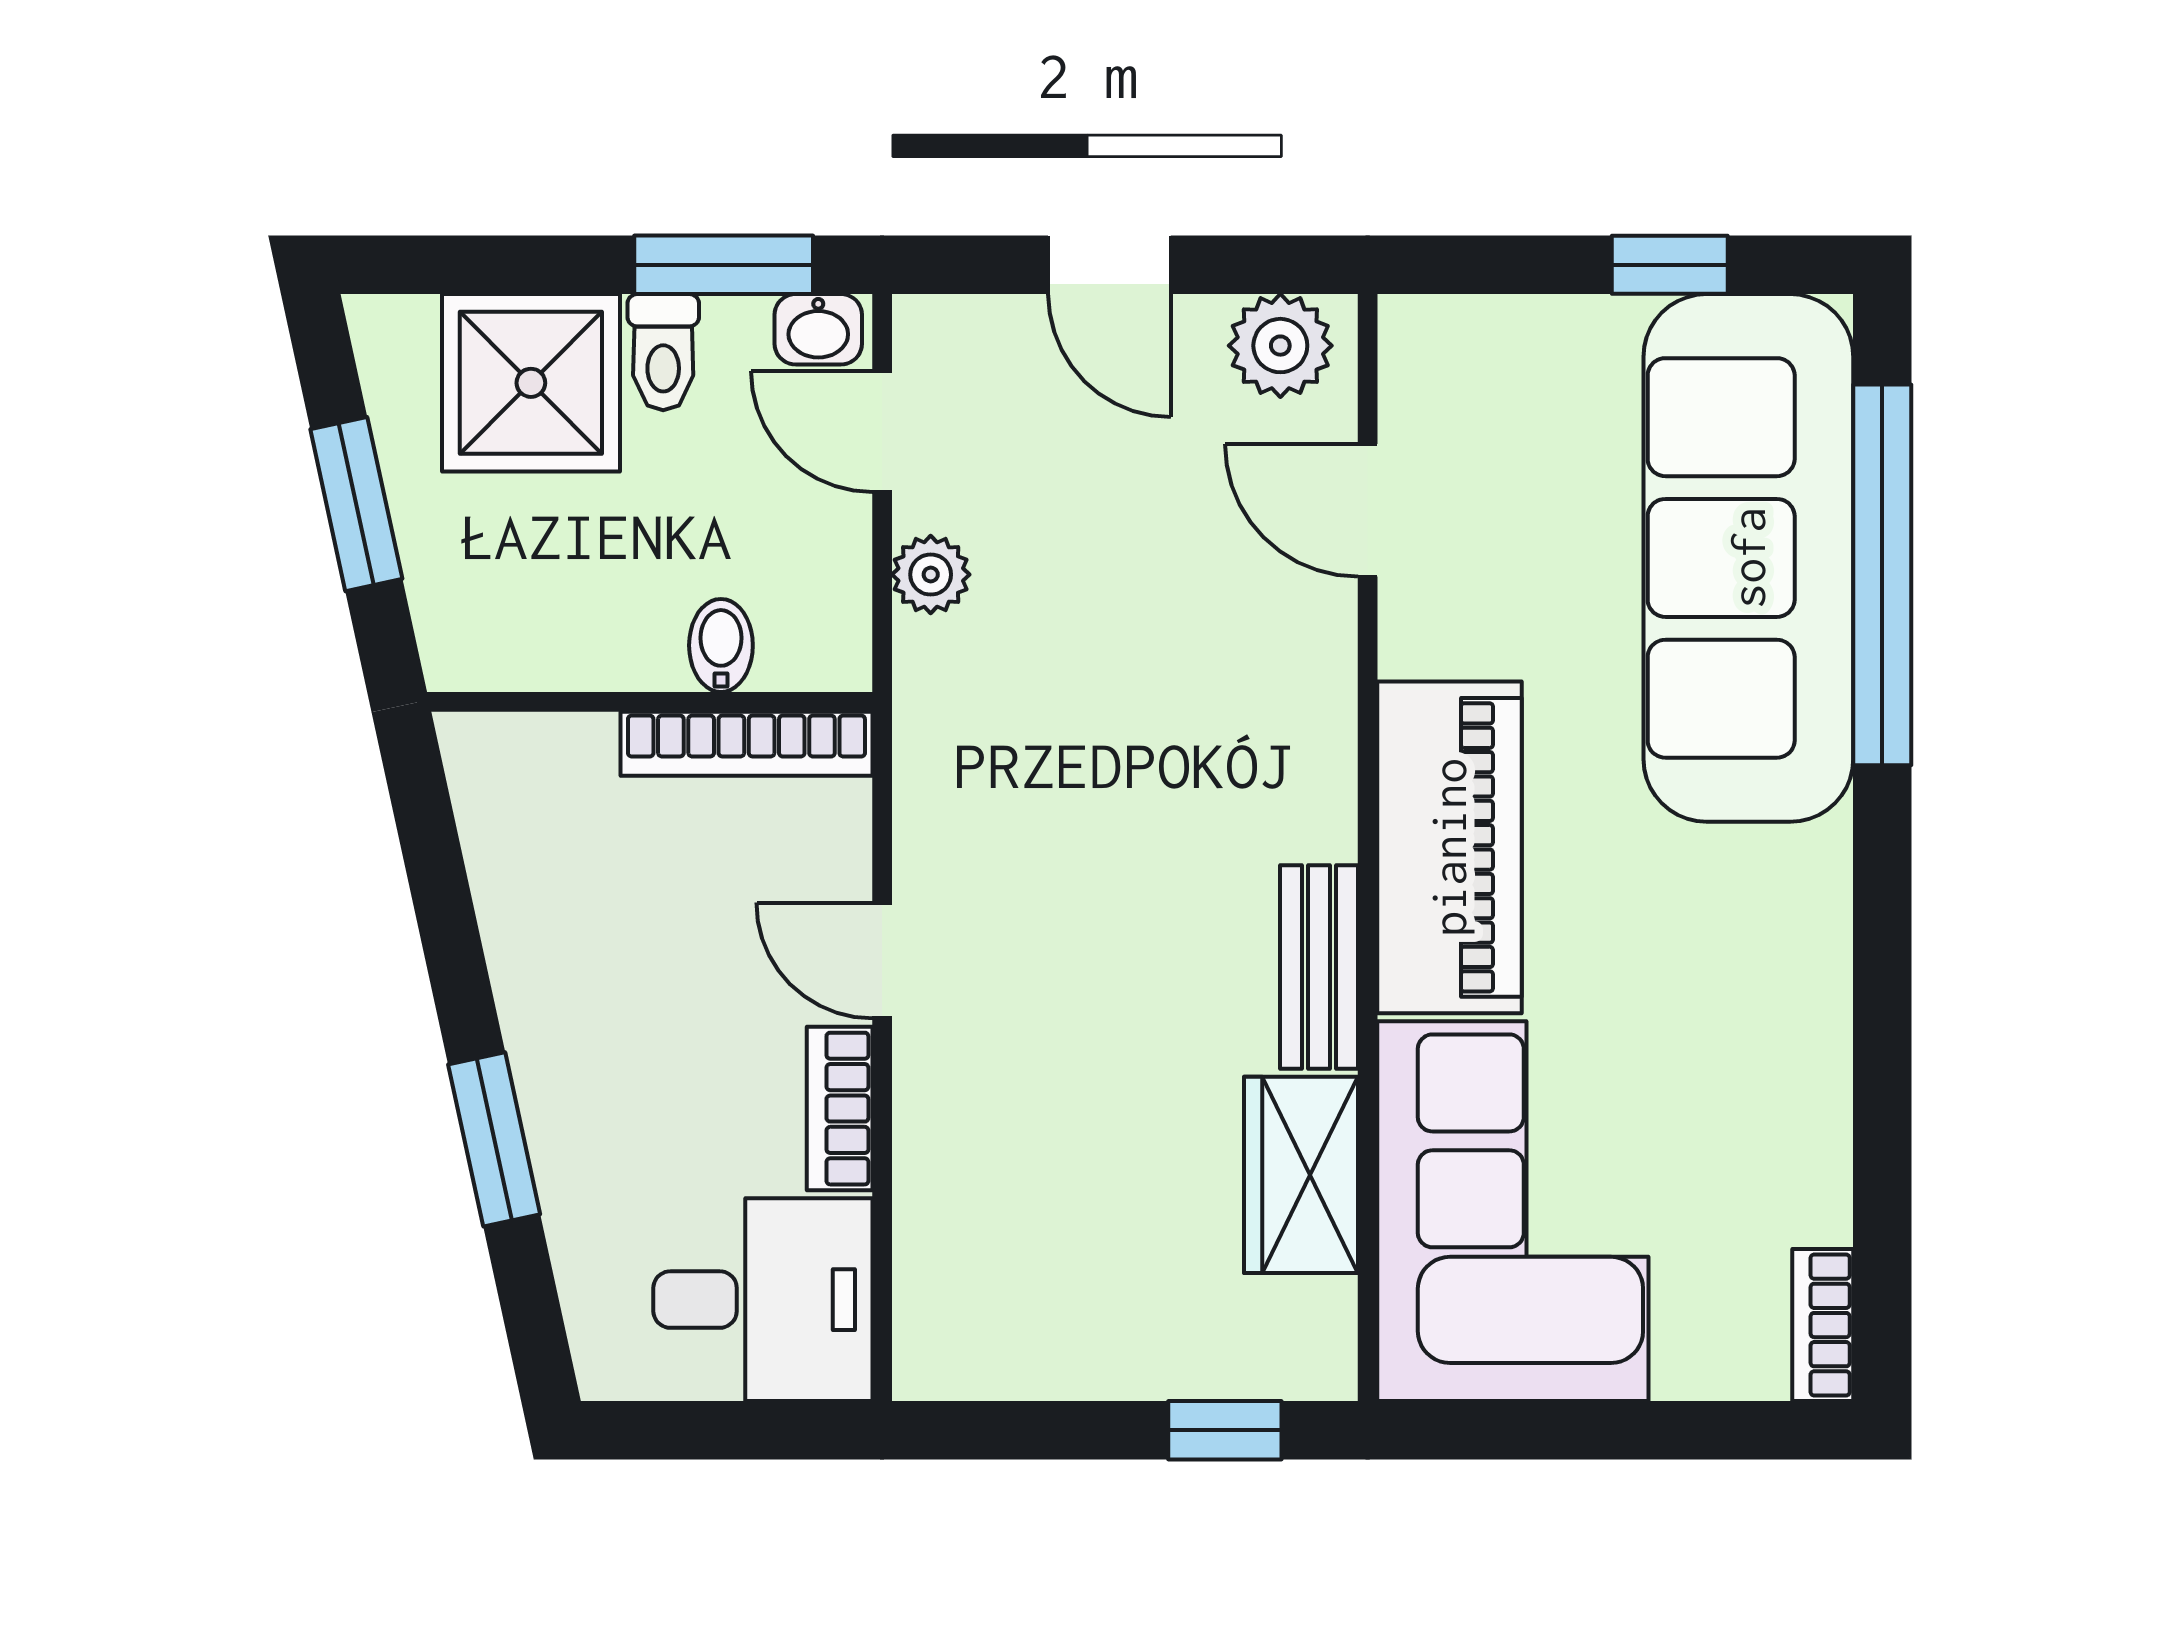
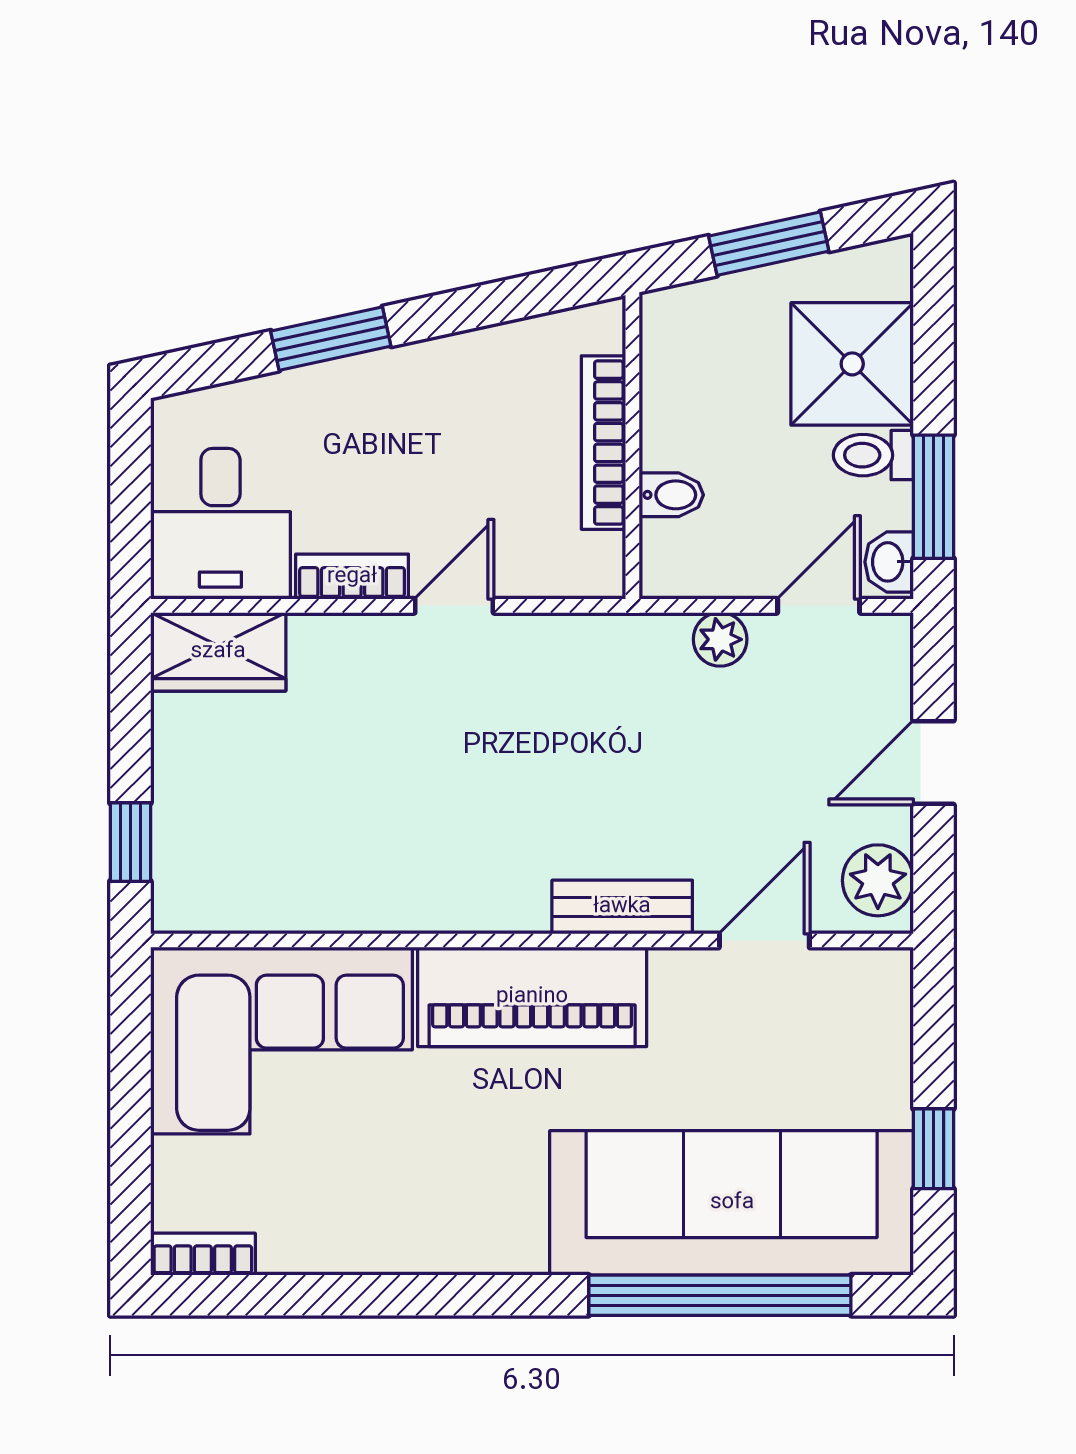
bookcase: (746, 744) -> (603, 443), moved
bench: (1319, 967) -> (622, 907), moved
wardrobe: (1301, 1175) -> (218, 652), moved, turned 180

